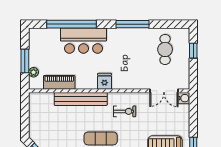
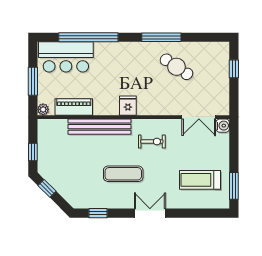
bar counter: (84, 41) -> (66, 57), moved
cafe table: (165, 49) -> (176, 67), moved, turned -56
plant: (34, 72) -> (43, 109), moved
window: (25, 120) -> (33, 152), added

